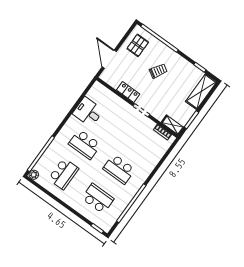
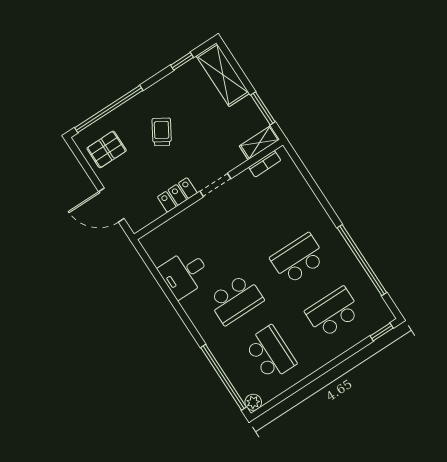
pallet: (138, 45) -> (107, 149), turned 90
school desk: (119, 169) -> (298, 259), turned 180

